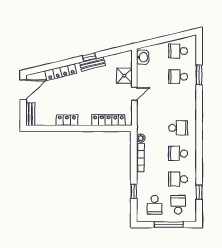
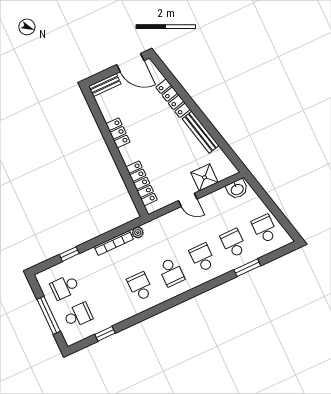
window: (89, 57) -> (207, 124), removed
bench: (92, 64) -> (201, 132), width x1.36
school desk: (178, 179) -> (202, 258), moved

